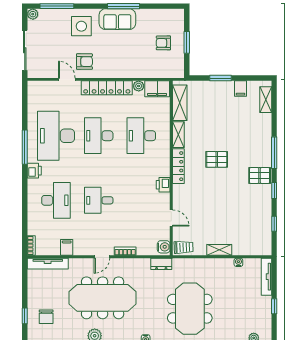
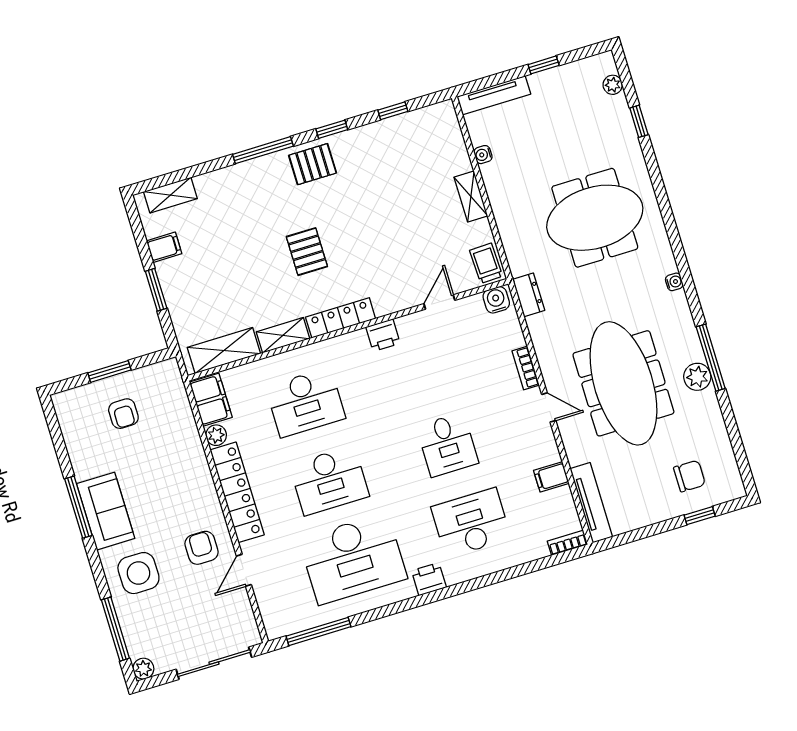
window: (25, 147) -> (319, 631), moved
pallet: (260, 176) -> (313, 164), turned 90

